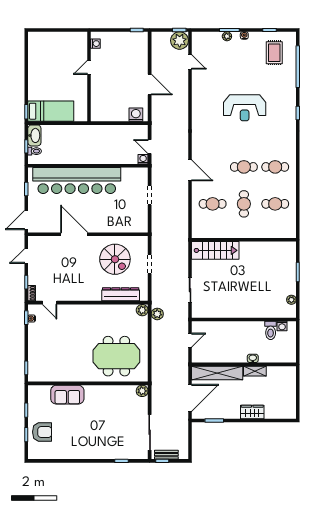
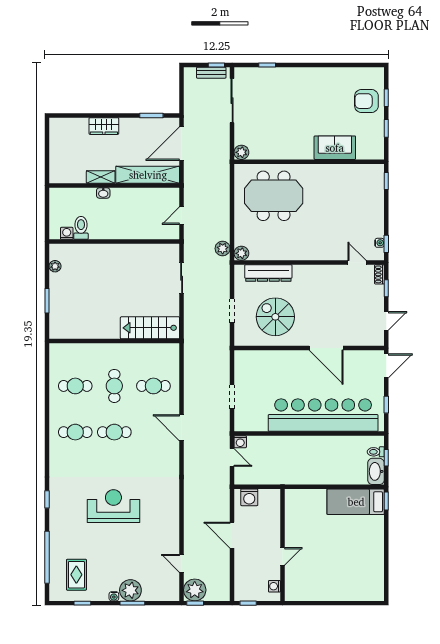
plant: (227, 36) -> (130, 590), width x1.87, depth x1.87
washing machine: (95, 44) -> (274, 586), moved
door: (89, 67) -> (282, 556), moved
wall: (89, 77) -> (282, 545), moved

